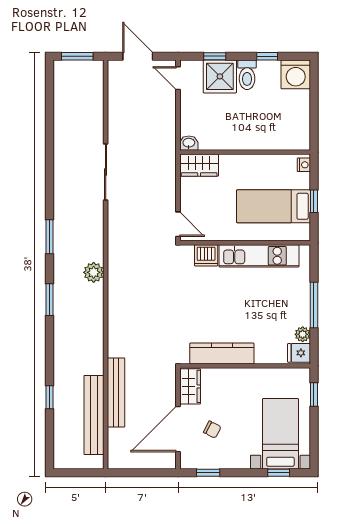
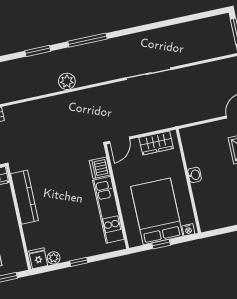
washbasin: (189, 143) -> (195, 175), moved
wardrobe: (199, 165) -> (156, 143), moved, turned -90
bed: (273, 206) -> (157, 211), width x1.50
window: (49, 237) -> (88, 40), width x1.44
window: (314, 305) -> (79, 262), width x0.46

